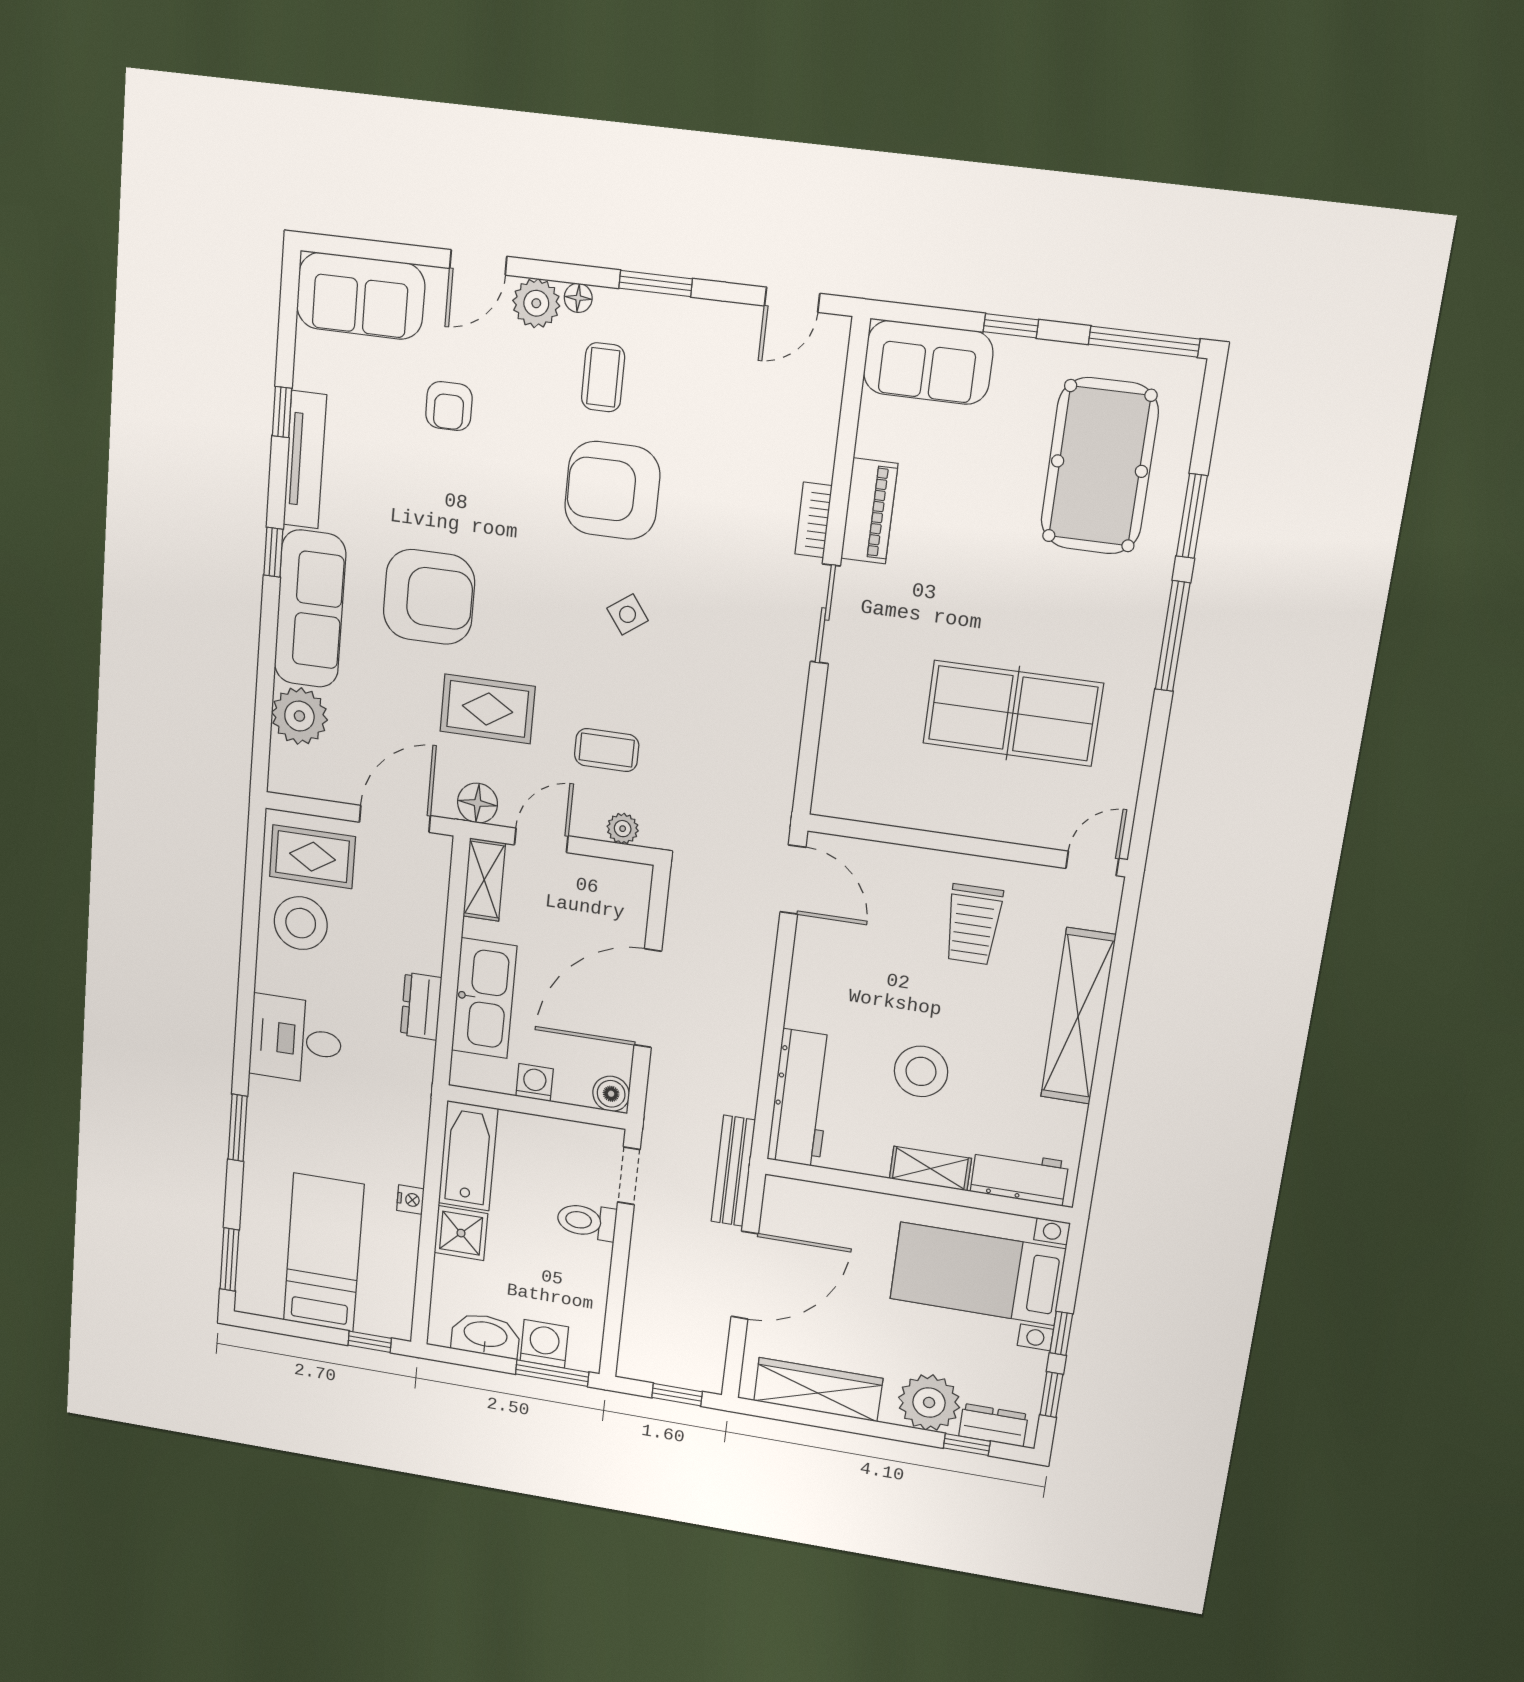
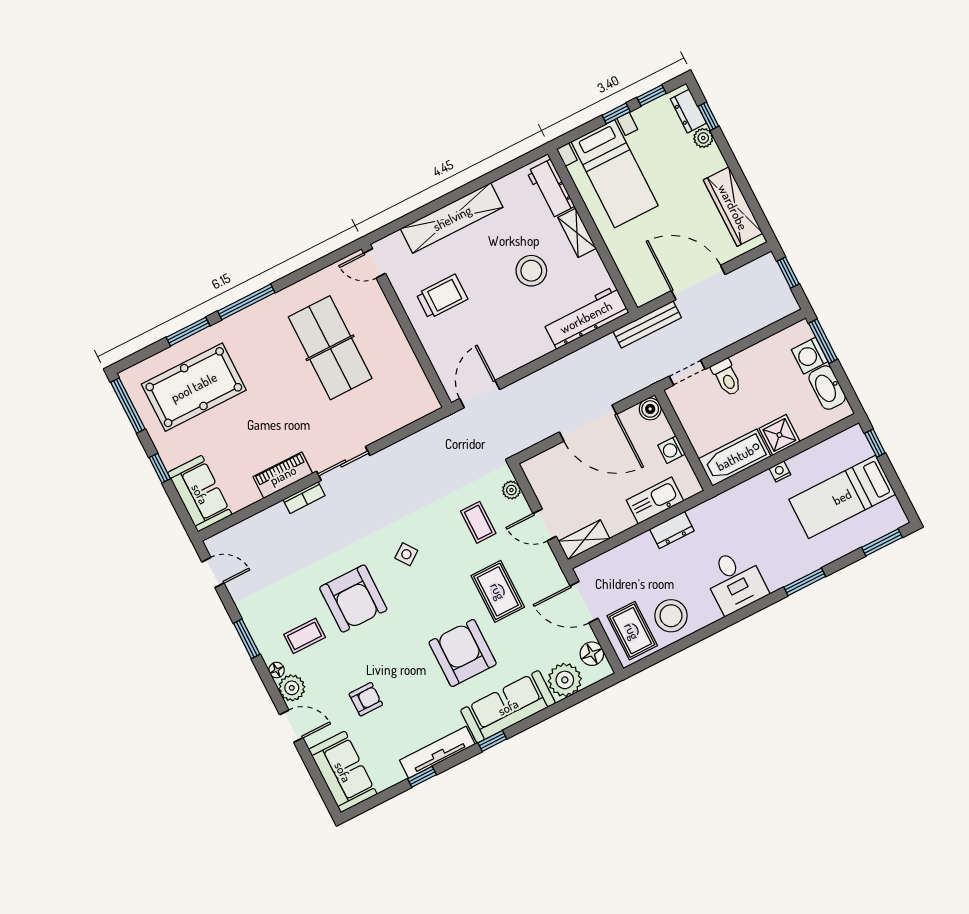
floor lamp: (478, 803) -> (592, 654), moved
kitchen sink: (484, 998) -> (655, 500), width x0.73, depth x0.81
plant: (929, 1402) -> (703, 138), width x0.53, depth x0.53

